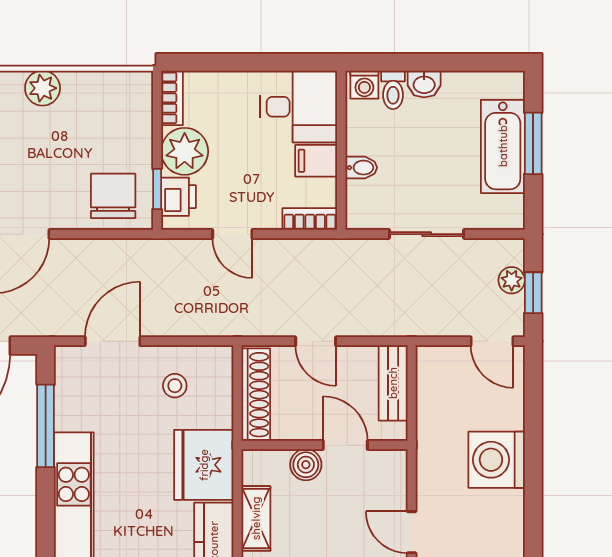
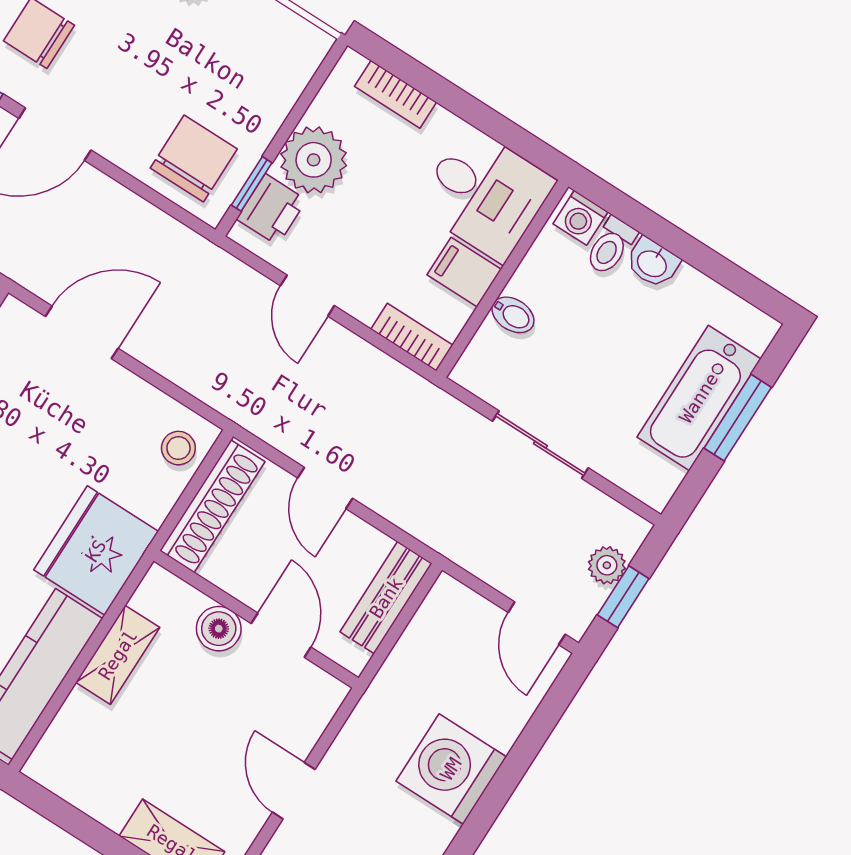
bookcase: (172, 98) -> (396, 94), moved, turned 90
stool: (175, 386) -> (178, 448), moved

